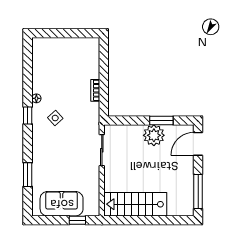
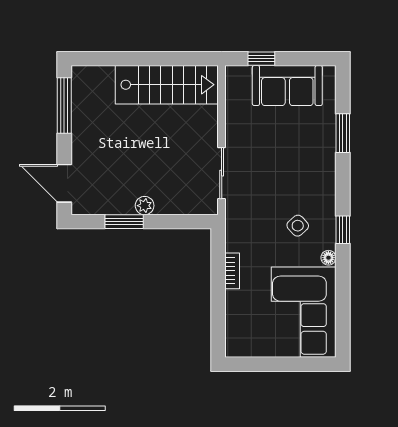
corner sofa: (52, 65) -> (304, 312), added
plant: (154, 135) -> (145, 206), width x0.53, depth x0.53
door: (198, 144) -> (64, 183), swing flipped

